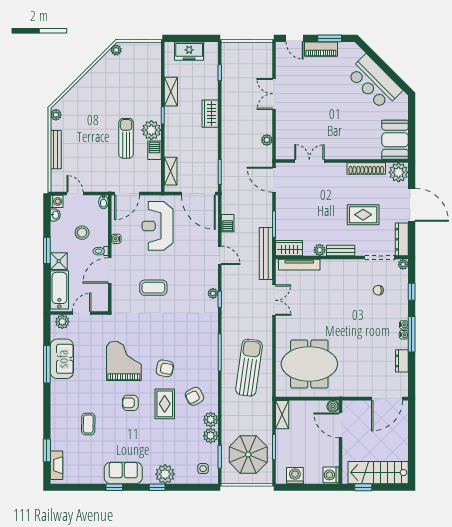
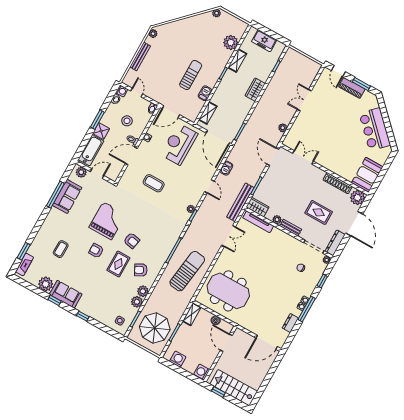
plant: (151, 130) -> (231, 42), moved
boiler: (333, 406) -> (216, 320), moved
plant: (165, 474) -> (46, 284), moved

